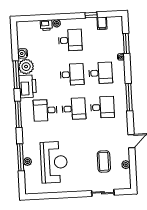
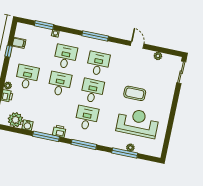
plant: (26, 67) -> (15, 120), moved
printer: (28, 86) -> (59, 131), width x0.53, depth x0.68
desk: (45, 110) -> (87, 118), turned 180
coffee table: (104, 161) -> (135, 93), moved
sliding door: (103, 193) -> (181, 72), moved

